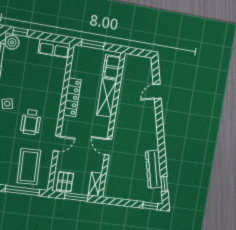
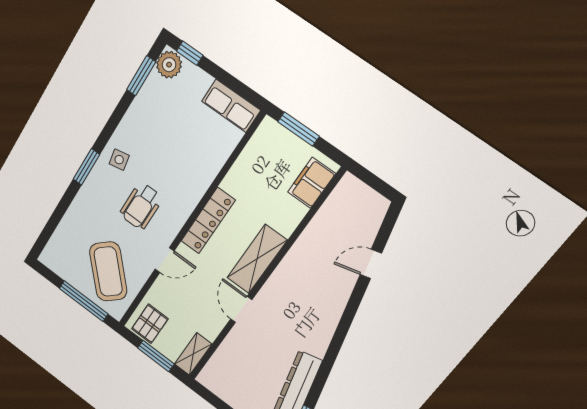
locker: (72, 97) -> (208, 221), moved
shelving: (107, 98) -> (257, 259), moved
coffee table: (29, 167) -> (108, 272), turned -41

